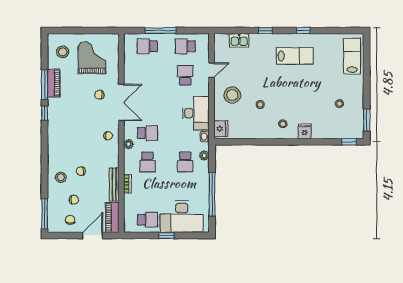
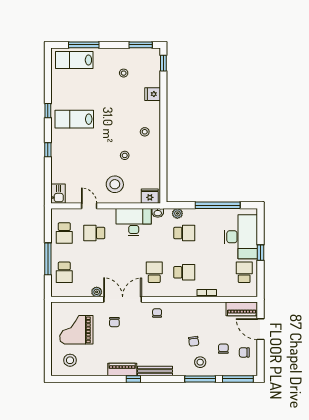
kitchen sink: (239, 40) -> (58, 194), moved
lab bench: (295, 56) -> (74, 119), turned -90
window: (367, 65) -> (84, 45), added
piano: (54, 83) -> (122, 370), moved
window: (45, 85) -> (200, 379), moved
fridge: (305, 131) -> (153, 94), moved
plant: (129, 144) -> (97, 292), moved
bench: (114, 185) -> (155, 371), moved

